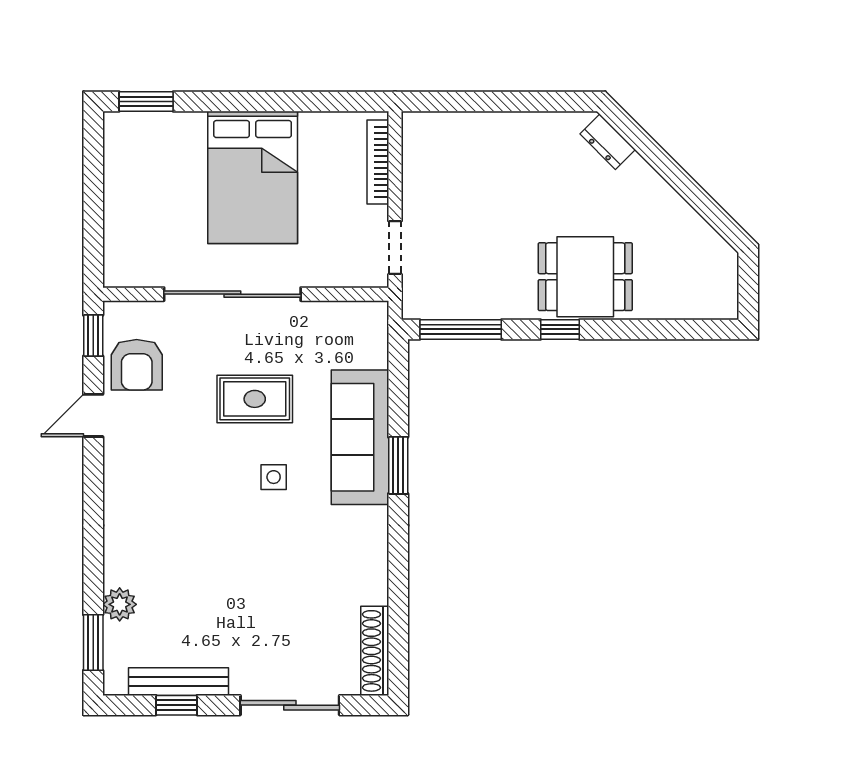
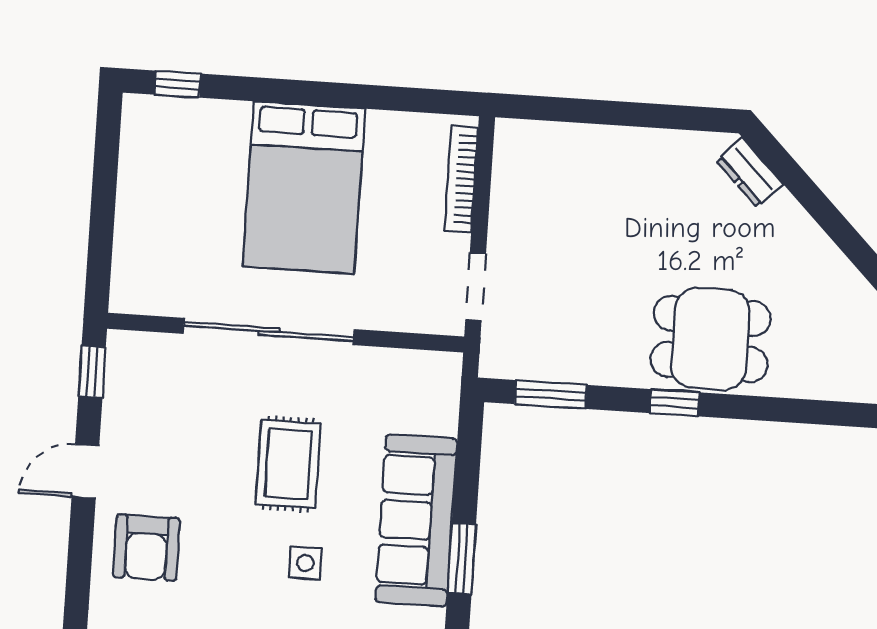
window: (146, 101) -> (177, 84), width x0.67
window: (461, 329) -> (551, 394), width x0.69
armchair: (137, 365) -> (146, 548), moved
rug: (255, 399) -> (288, 464), turned 90

